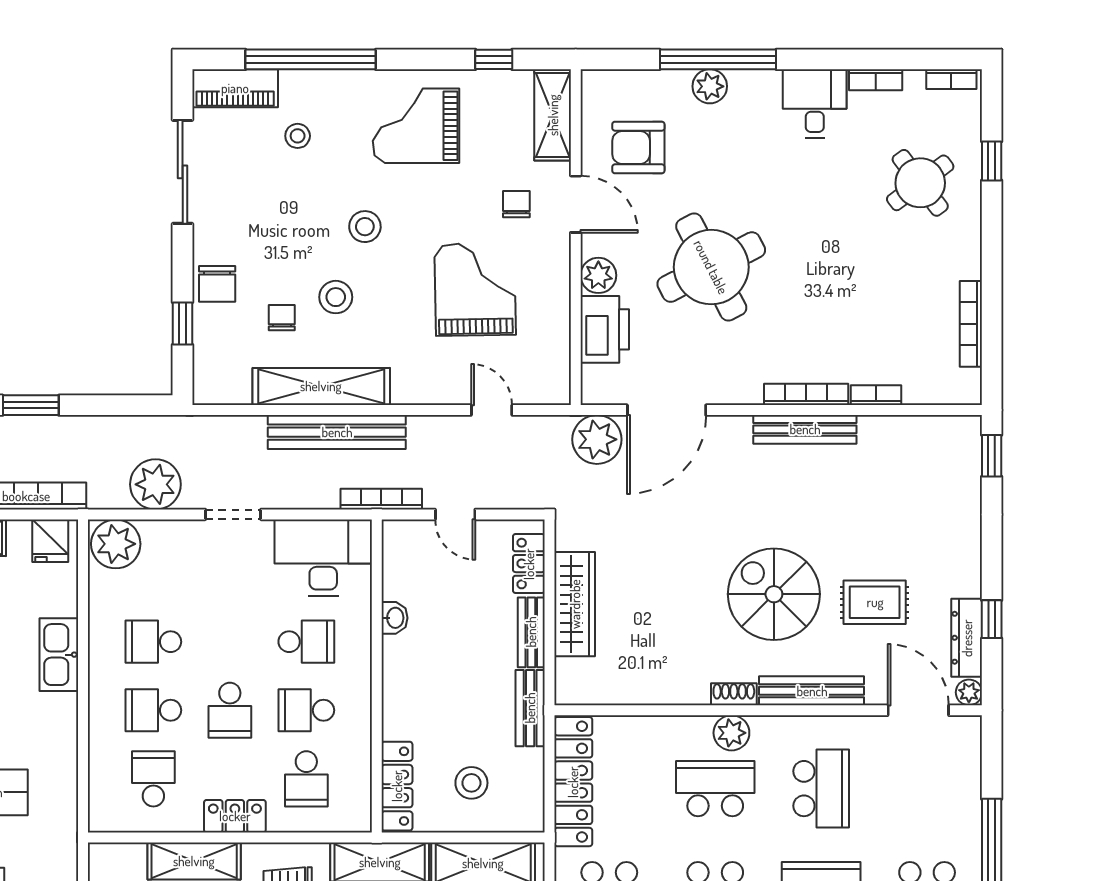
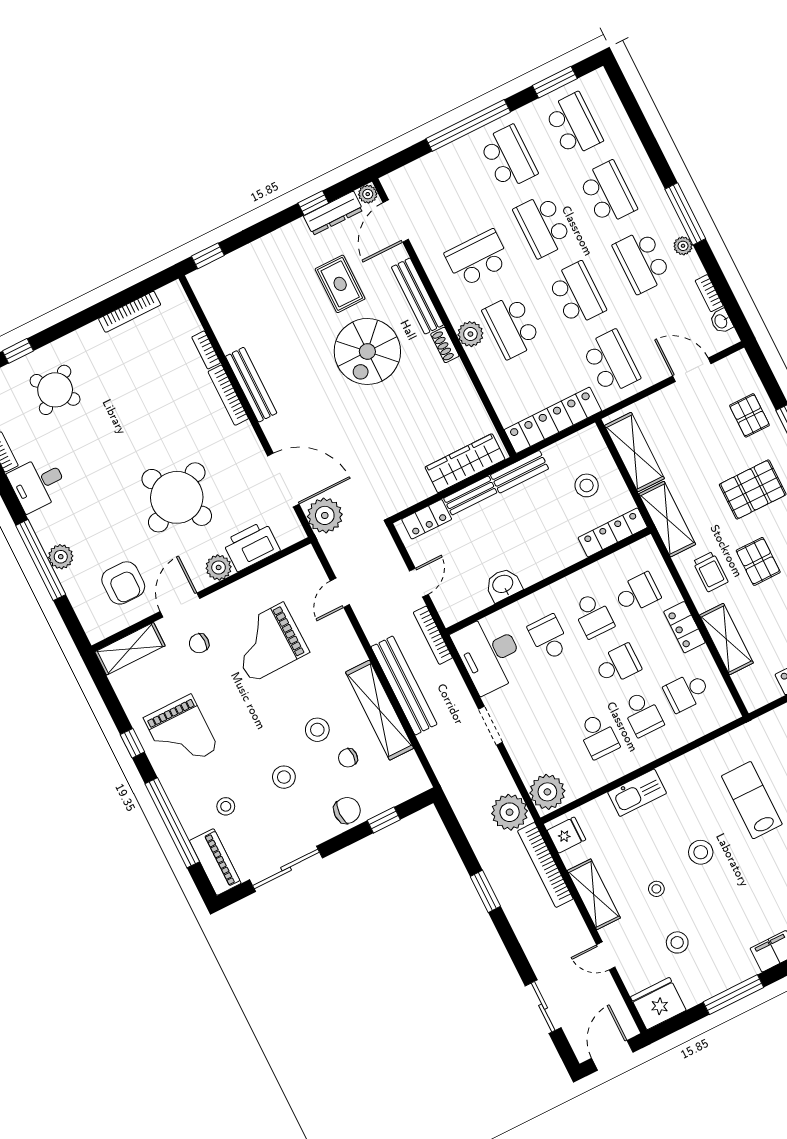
window: (494, 59) -> (132, 743), moved
stool: (365, 227) -> (284, 777), moved
plant: (155, 484) -> (510, 812), moved
wardrobe: (575, 604) -> (465, 463), moved
washbasin: (395, 618) -> (503, 585), width x1.38, depth x1.45

